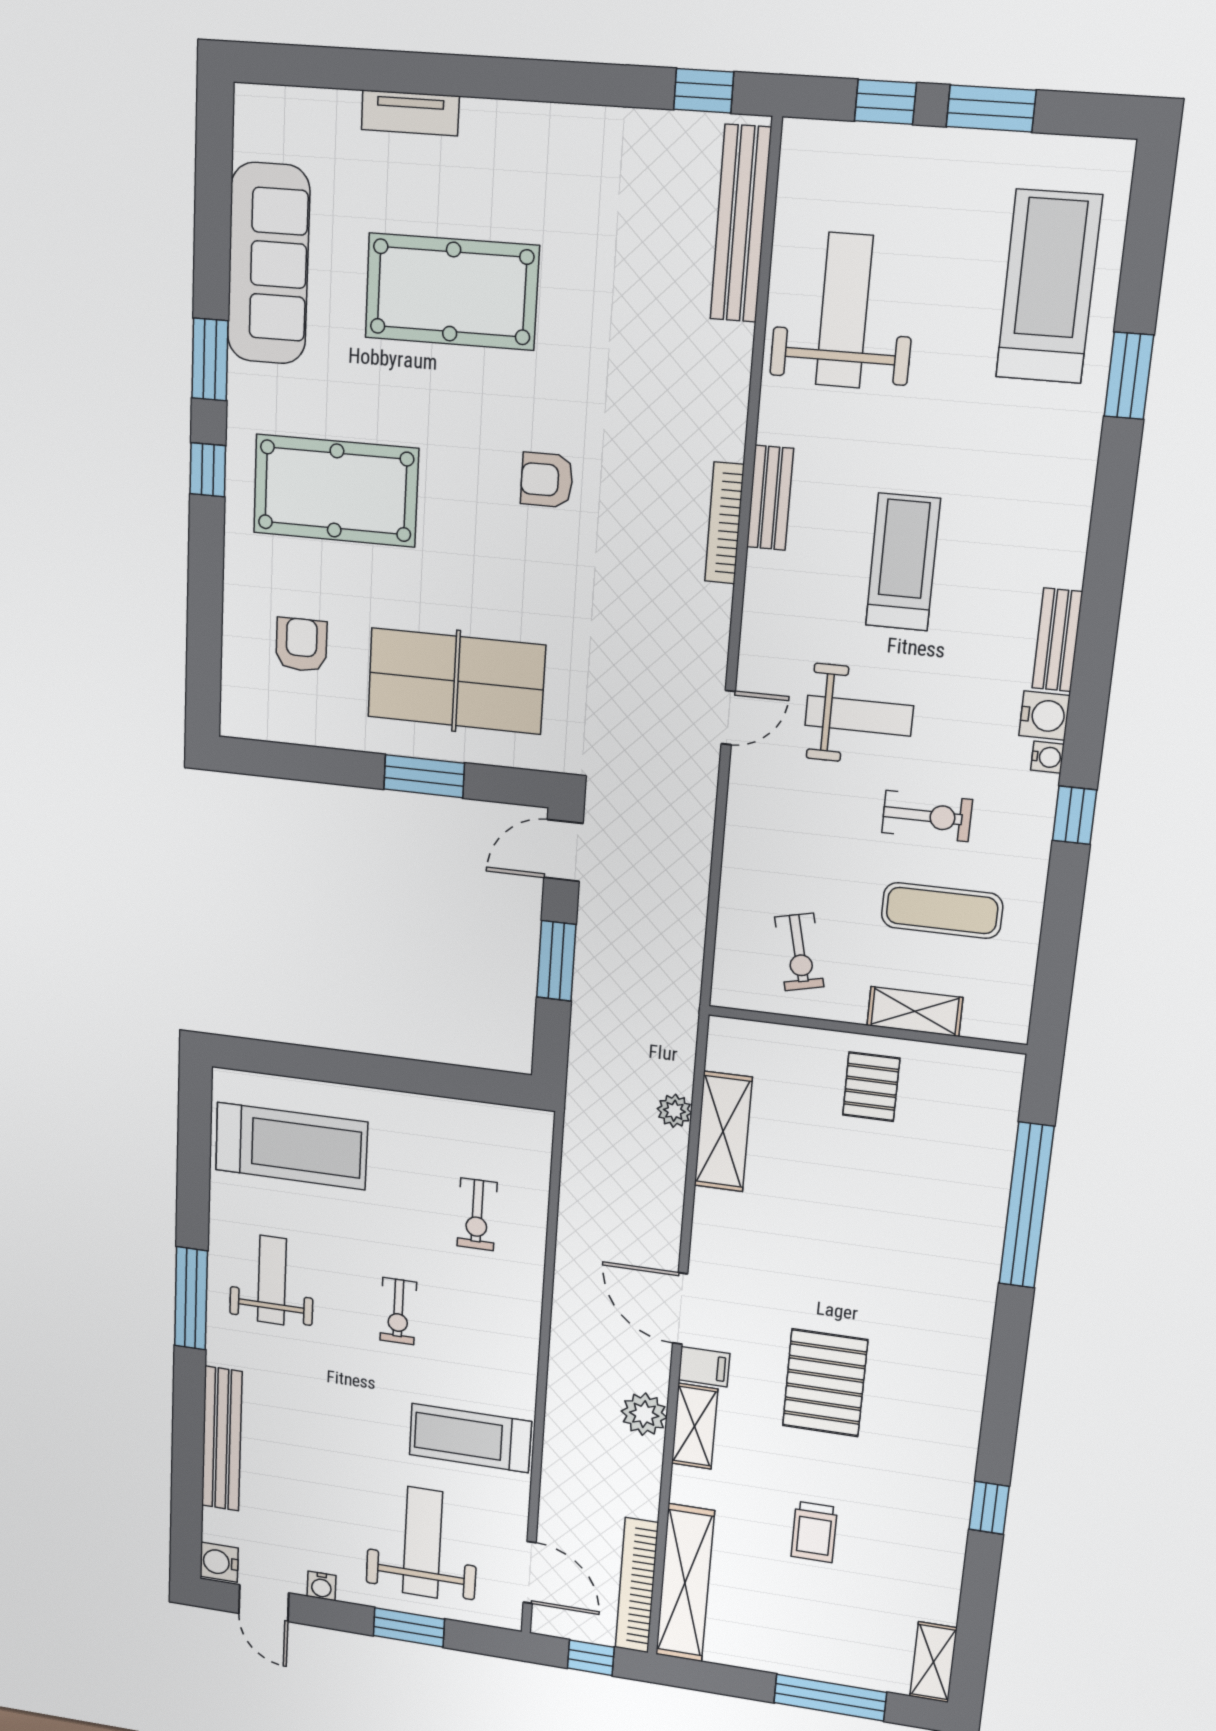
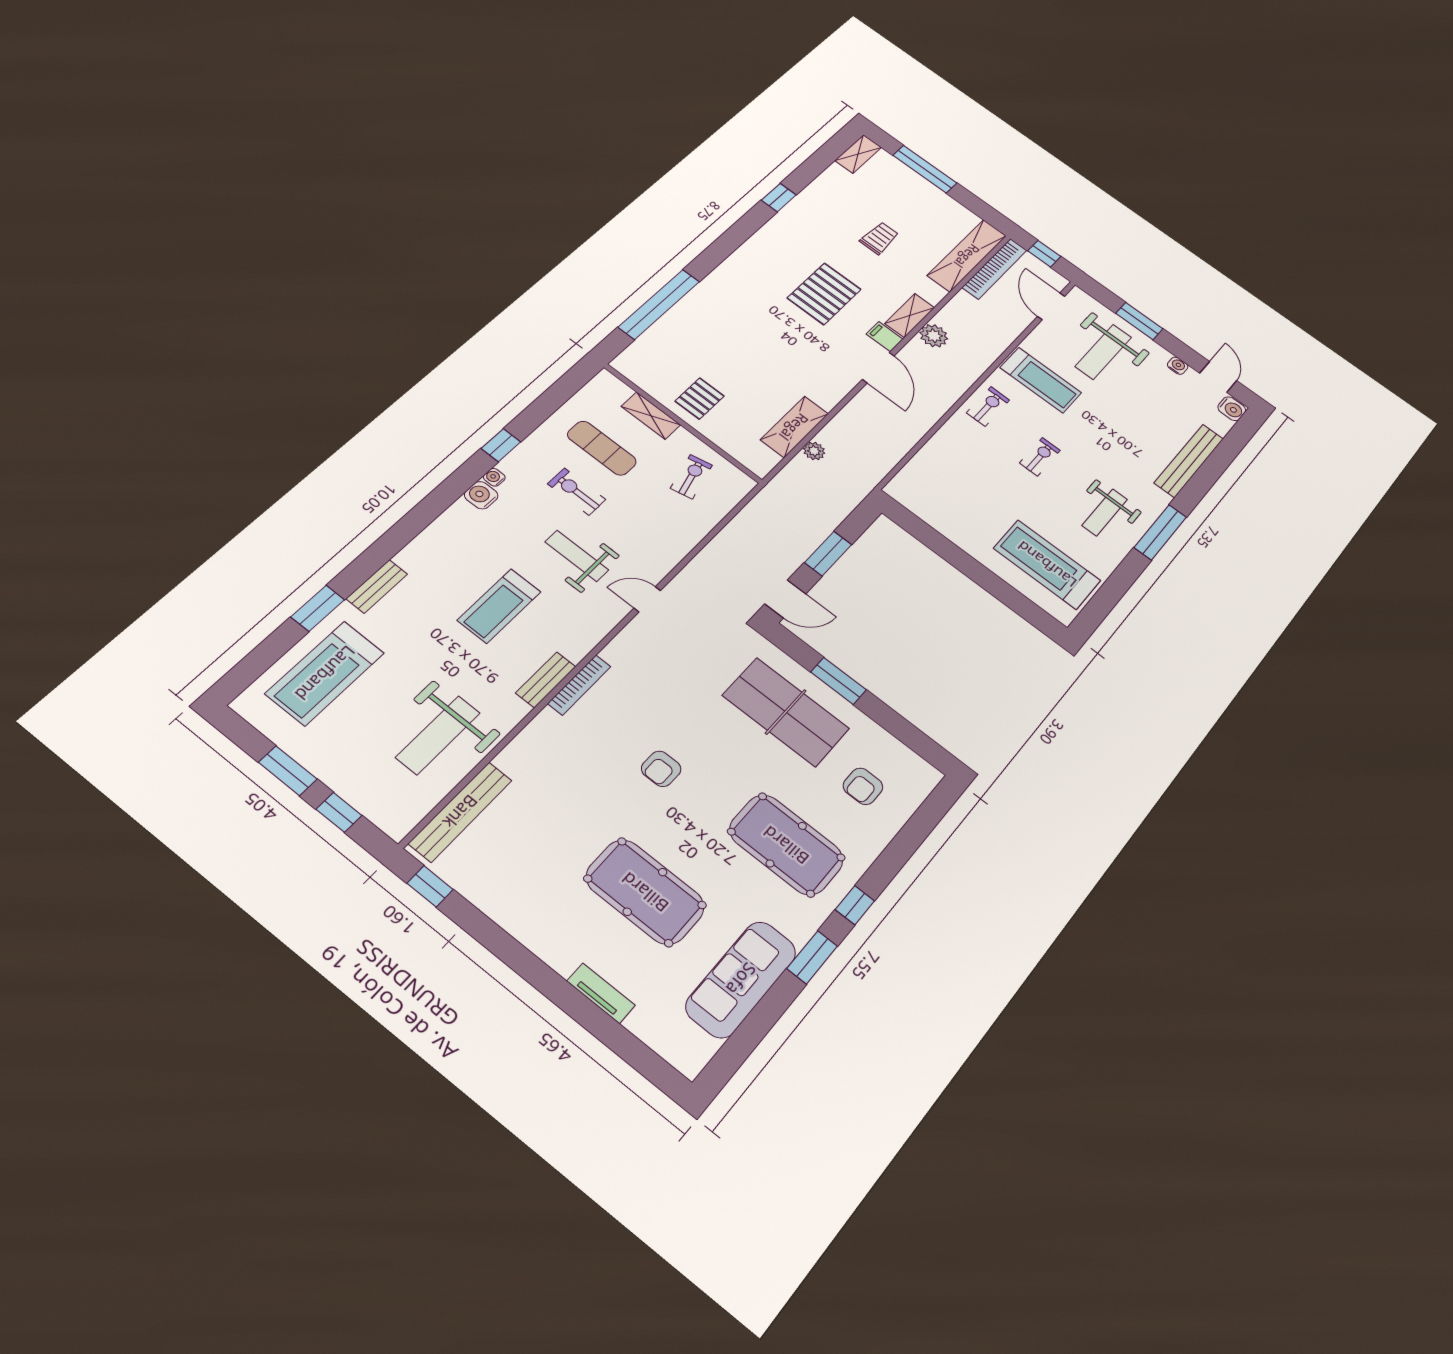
armchair: (547, 480) -> (661, 769), turned 90
bench: (1057, 640) -> (377, 586), moved
exercise bike: (477, 1214) -> (988, 406), moved

